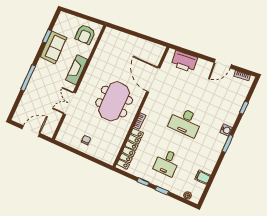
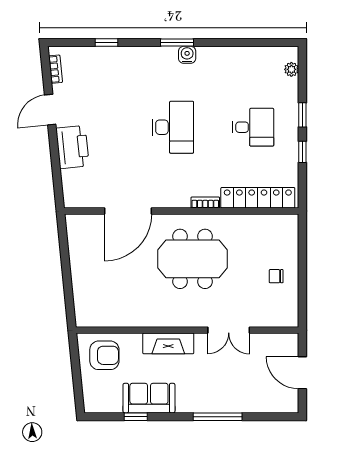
printer: (184, 61) -> (72, 147), moved
door: (223, 64) -> (50, 110), swing flipped
water cooler: (226, 130) -> (187, 55), moved
filing cabinet: (203, 177) -> (250, 58), removed

